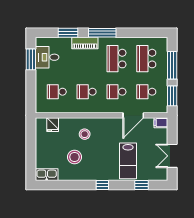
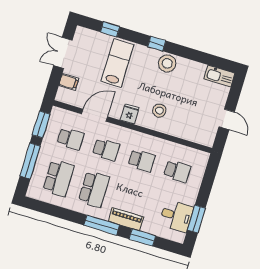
filing cabinet: (161, 123) -> (69, 82), moved
fridge: (53, 125) -> (130, 114), moved
door: (31, 143) -> (227, 119), added
double door: (172, 156) -> (63, 53), swing flipped
stool: (75, 157) -> (167, 63), moved

